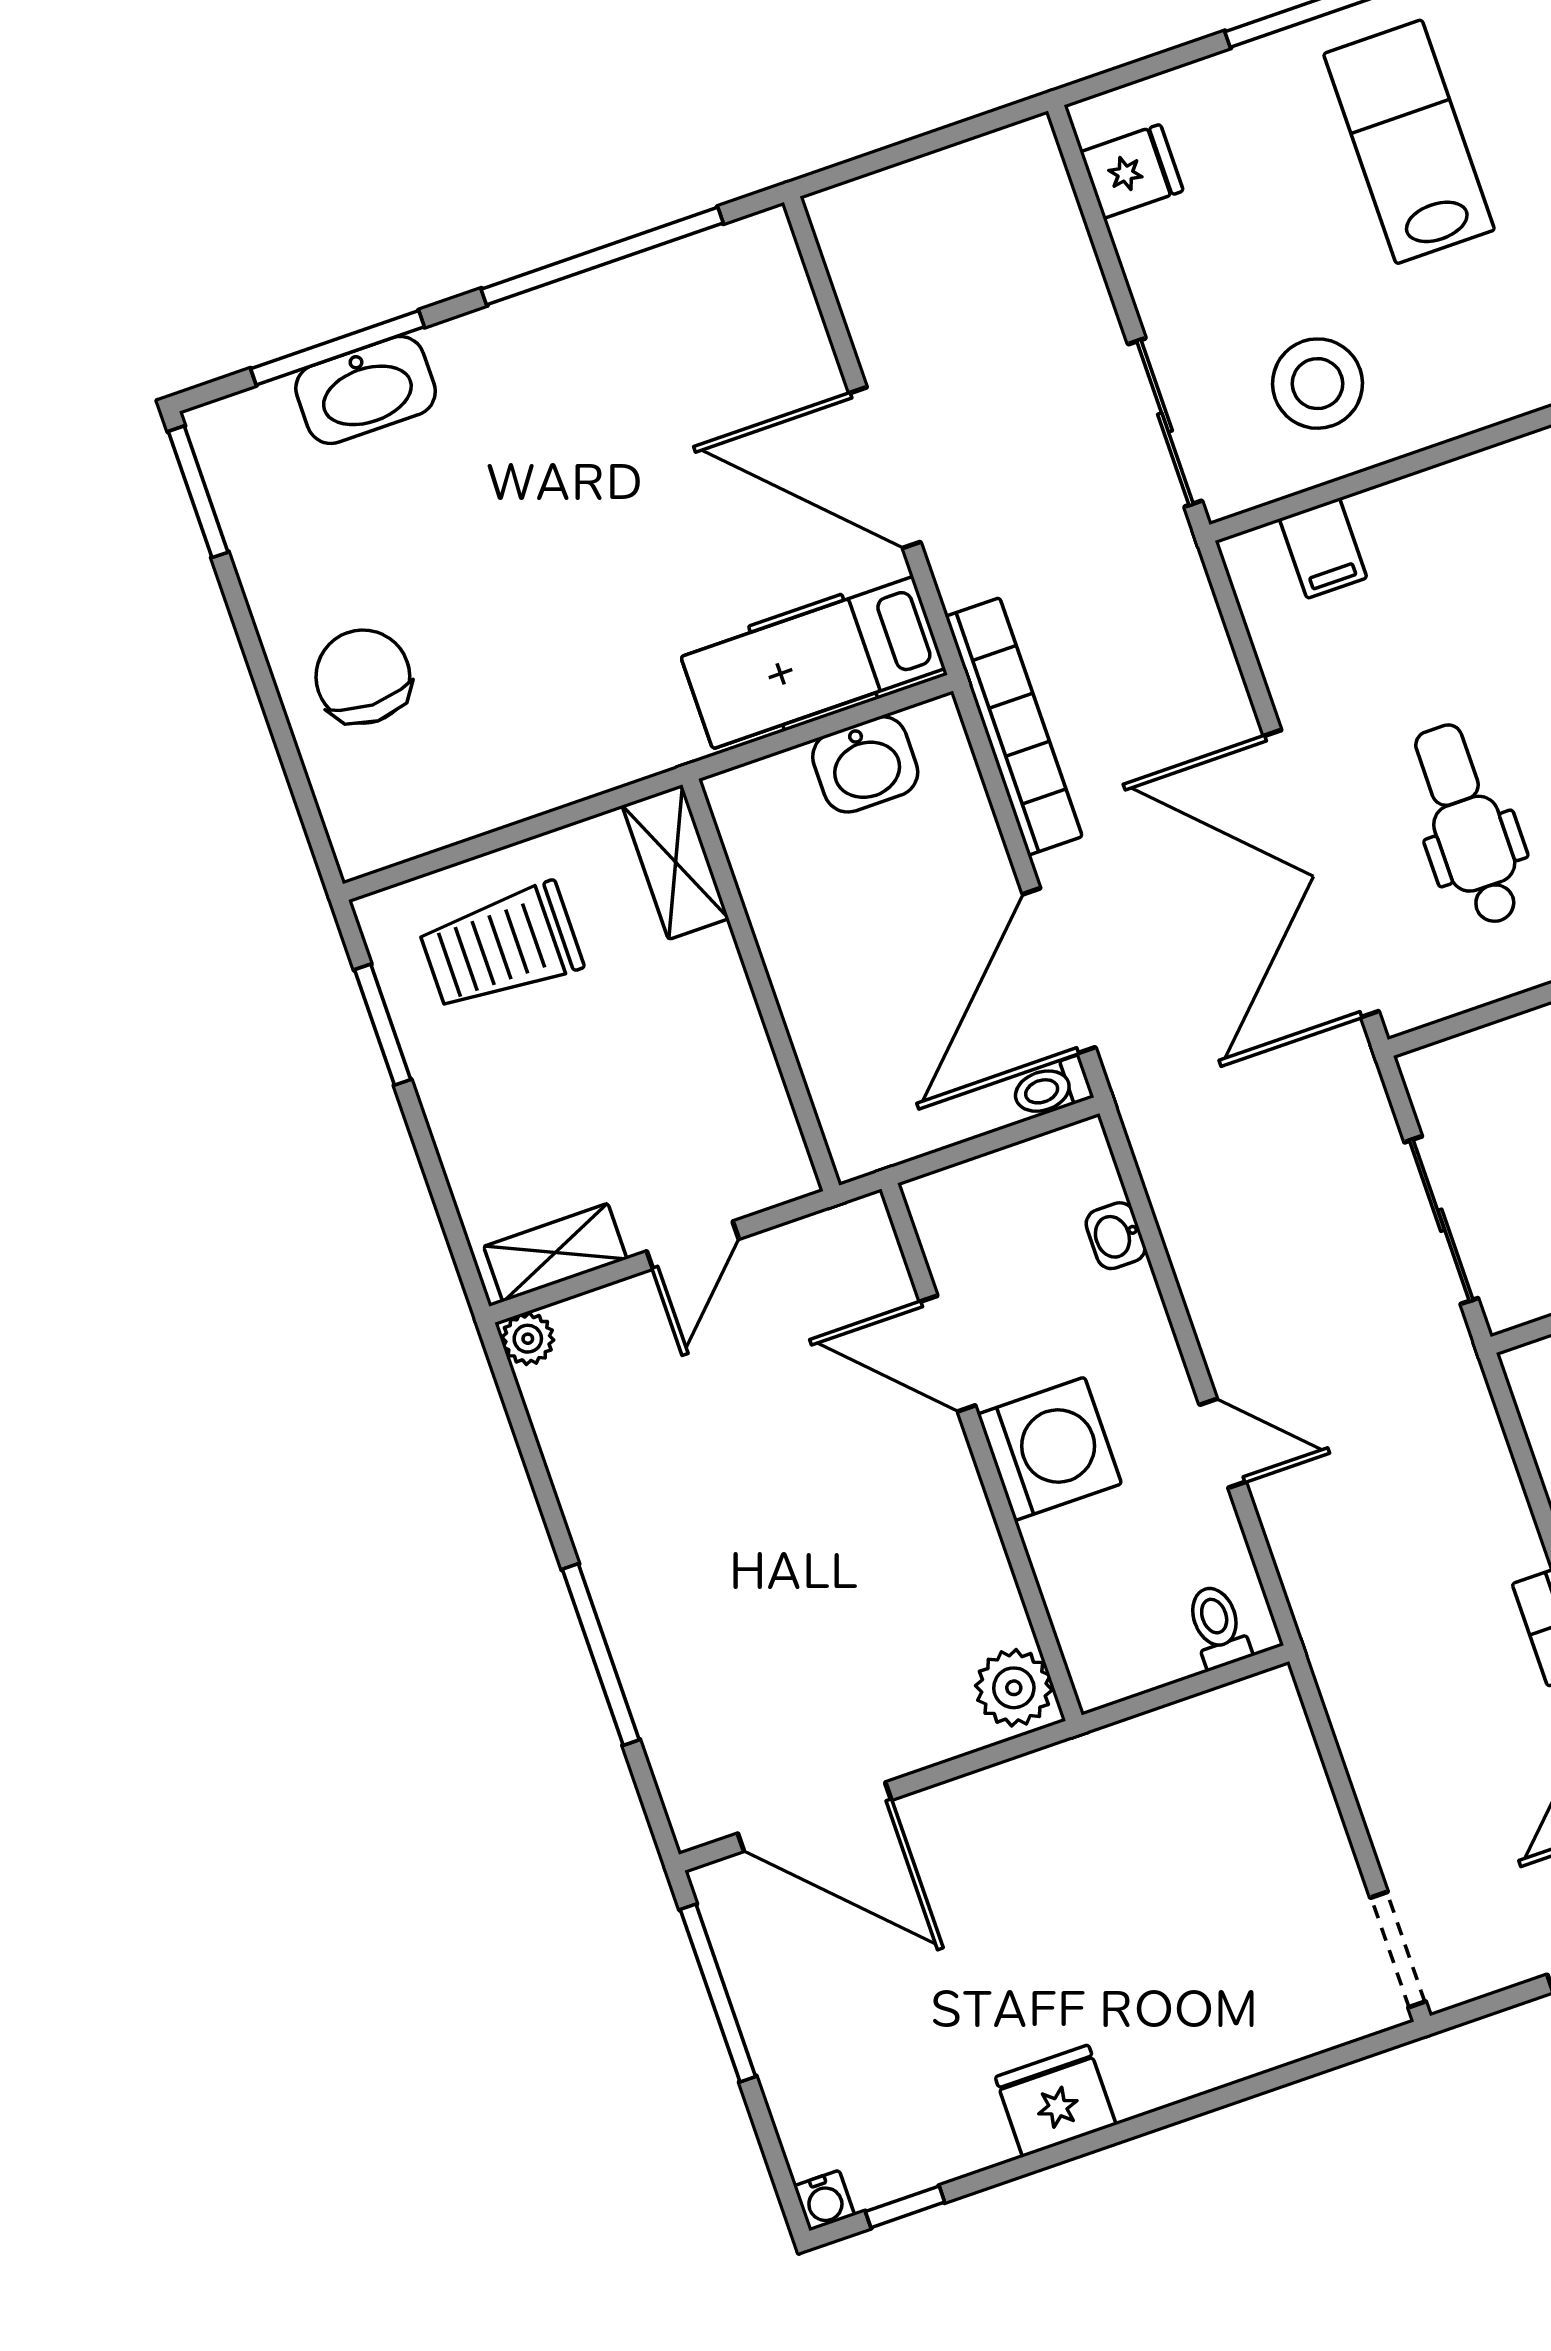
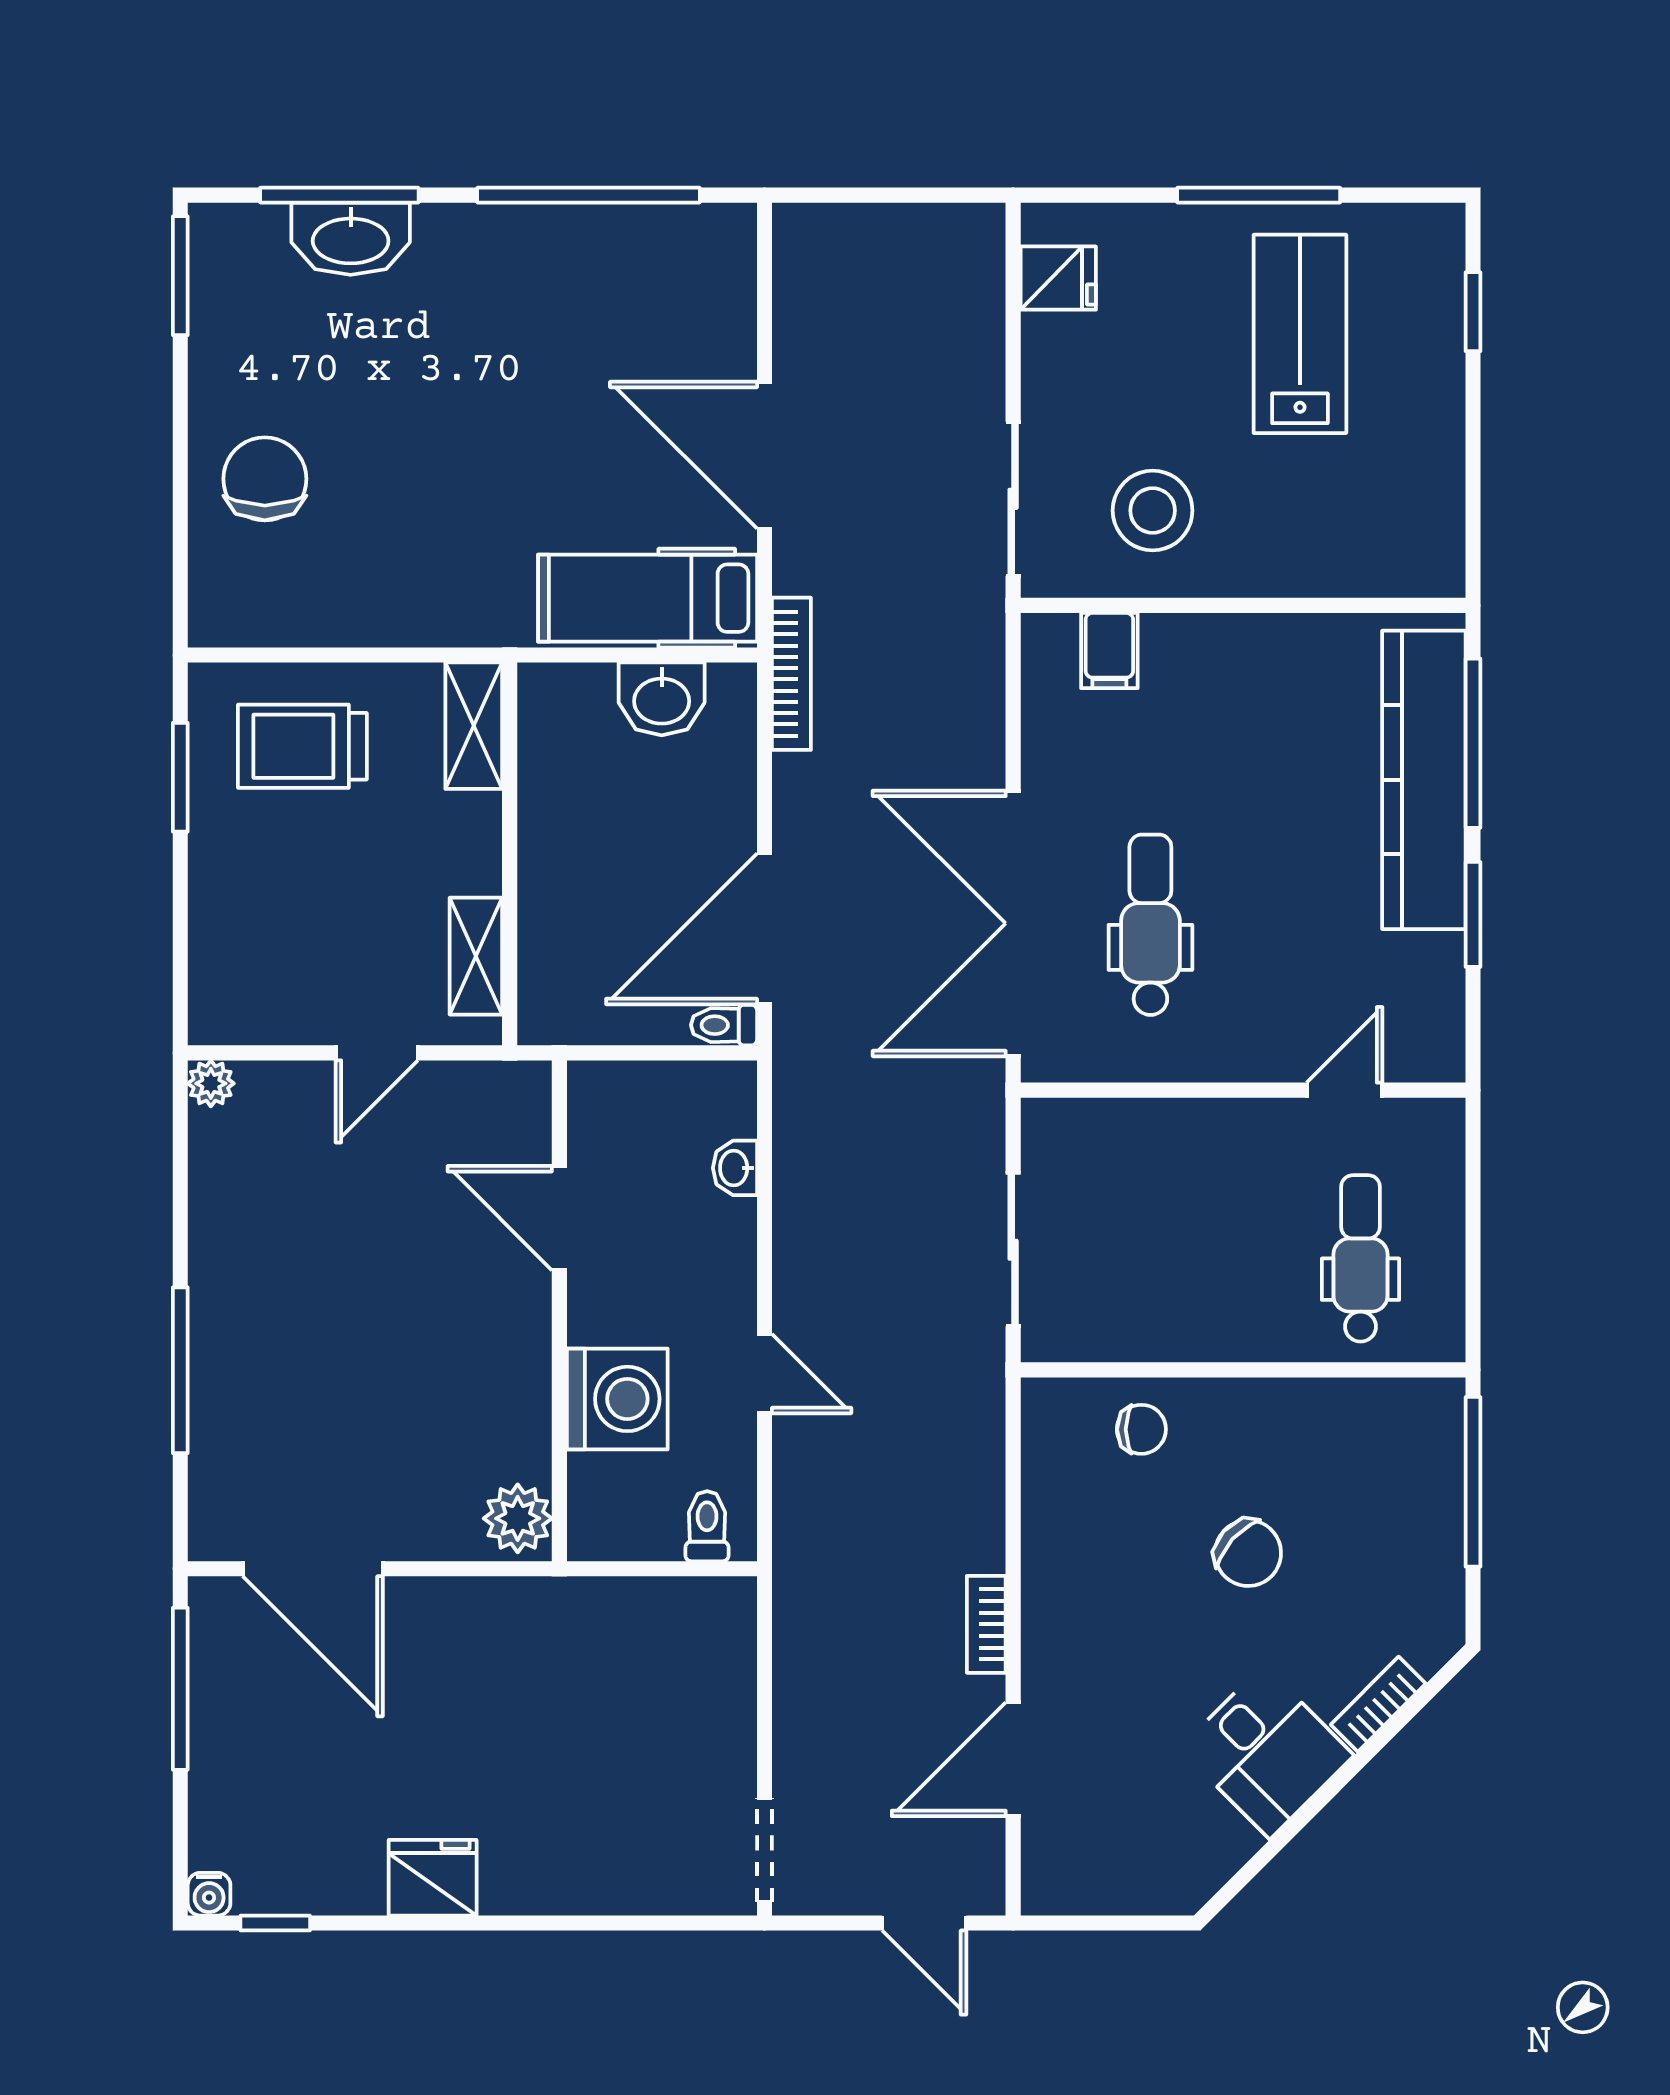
bookcase: (1014, 726) -> (791, 674), width x0.68, depth x0.76
shelving: (555, 1253) -> (476, 956), moved, turned 90
washing machine: (1050, 1449) -> (617, 1399), moved

